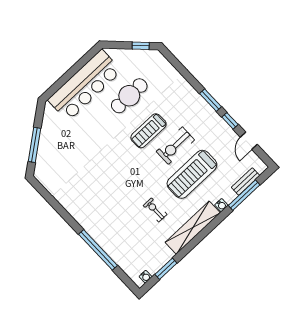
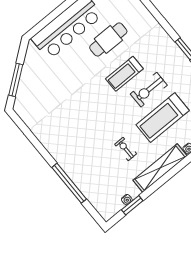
water cooler: (146, 277) -> (127, 200), moved

